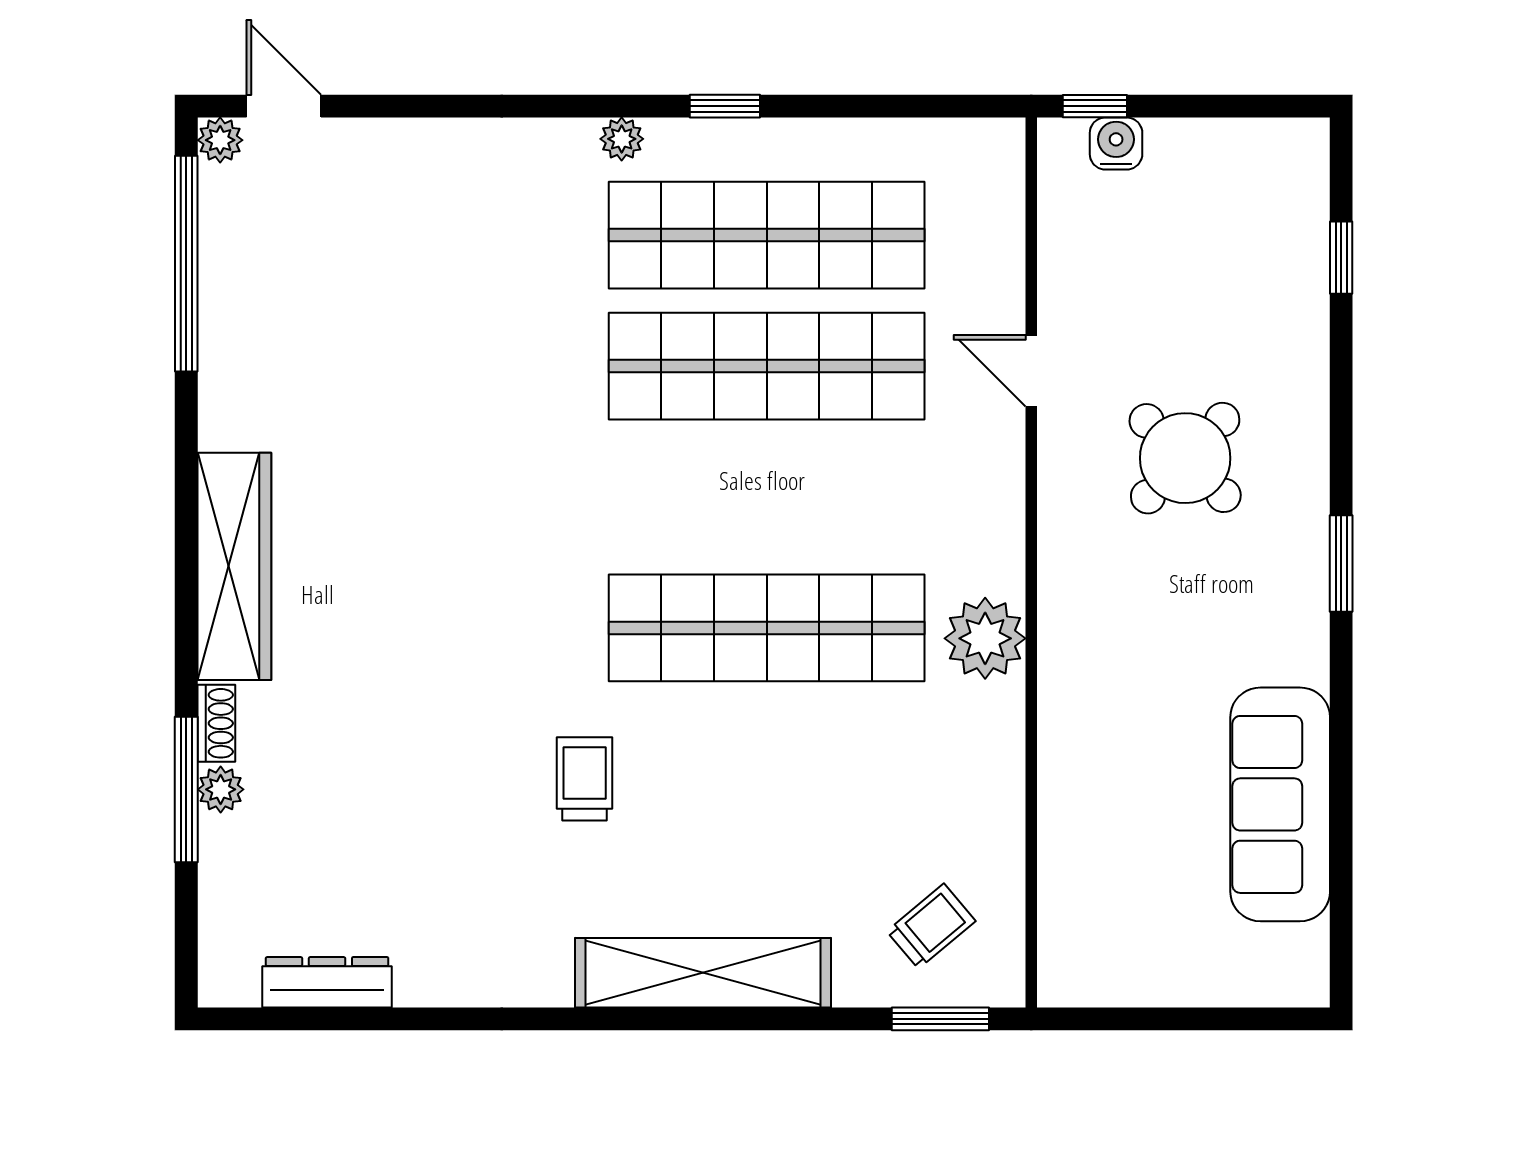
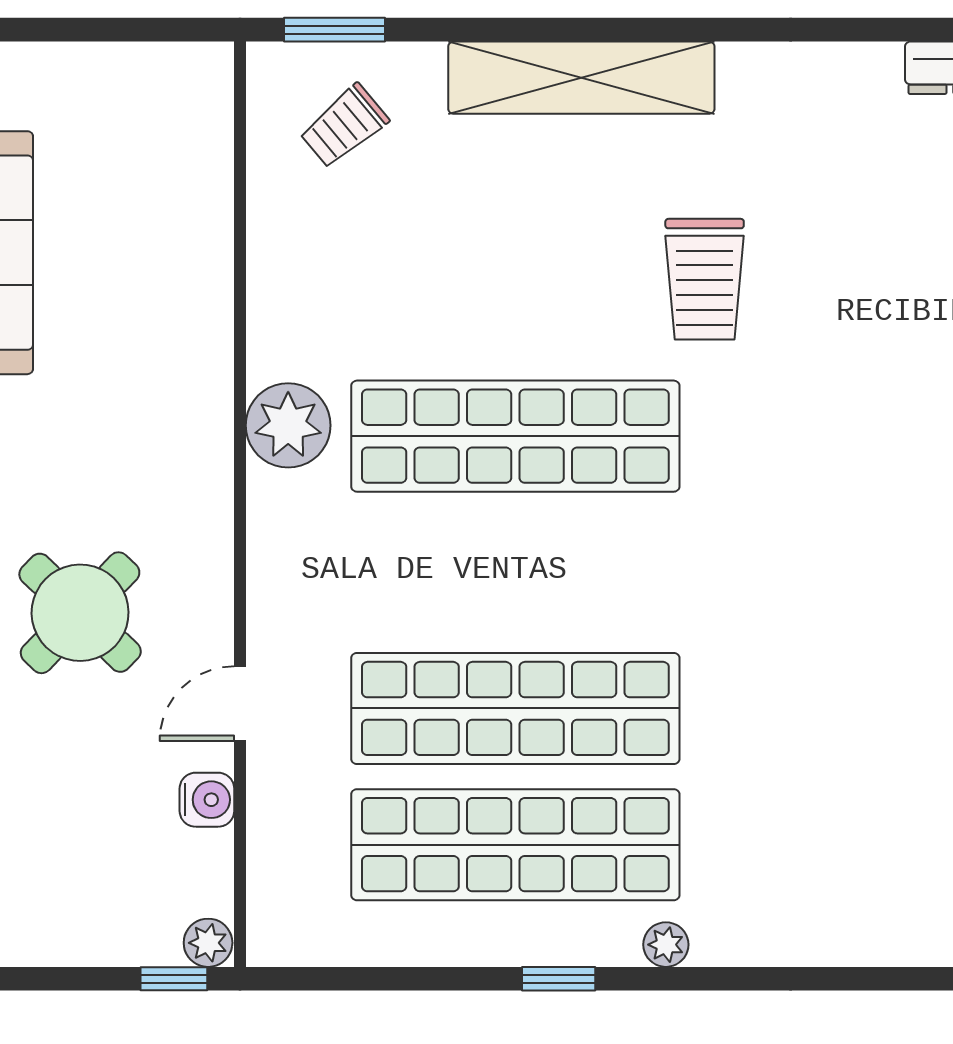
plant: (1062, 141) -> (208, 943), added
water cooler: (1116, 144) -> (207, 800), moved, turned -90
door: (1031, 371) -> (240, 704), swing flipped
trolley: (585, 779) -> (705, 279), width x1.36, depth x1.39

